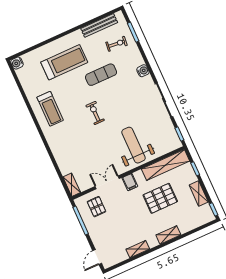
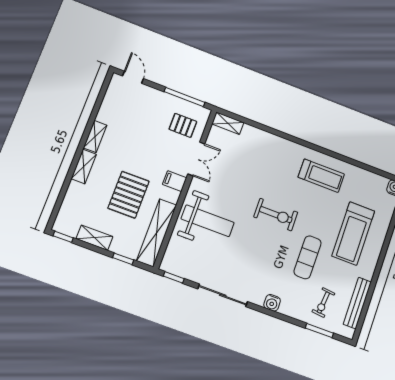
treadmill: (50, 109) -> (321, 176), turned 180
exercise bike: (95, 113) -> (276, 215), width x1.38, depth x1.39
shelving: (138, 249) -> (95, 136), moved

